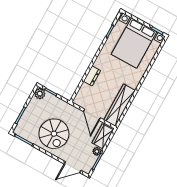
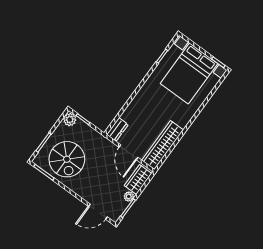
dresser: (92, 76) -> (117, 129), moved
spiral stairs: (54, 134) -> (67, 159), moved

